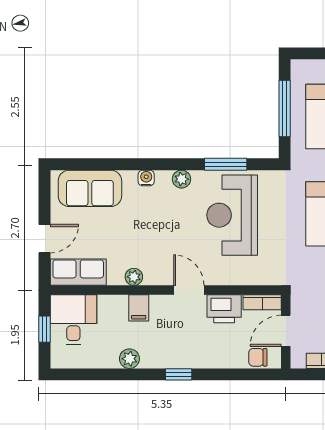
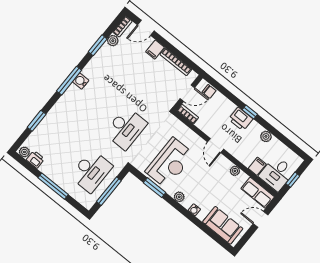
filing cabinet: (139, 308) -> (257, 166), moved
printer: (224, 309) -> (241, 119), moved, turned 180

